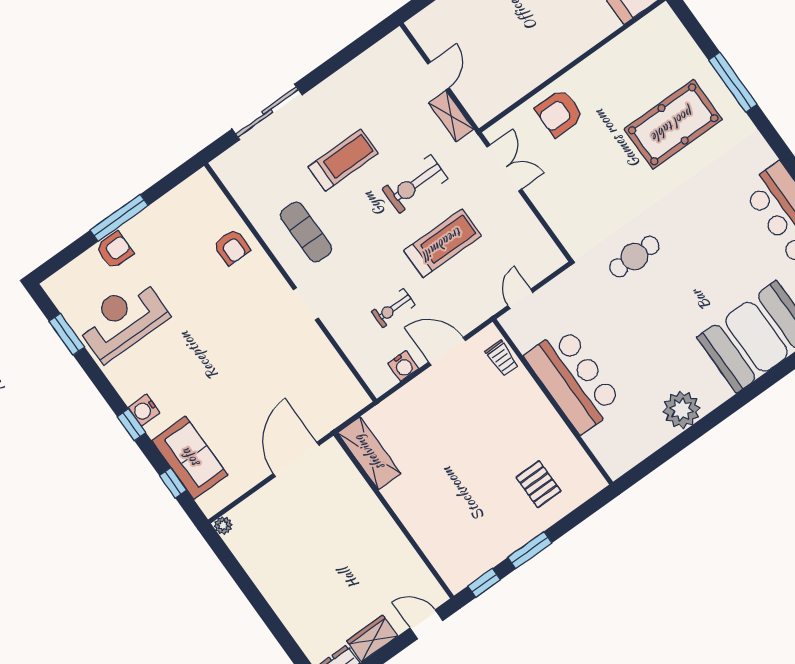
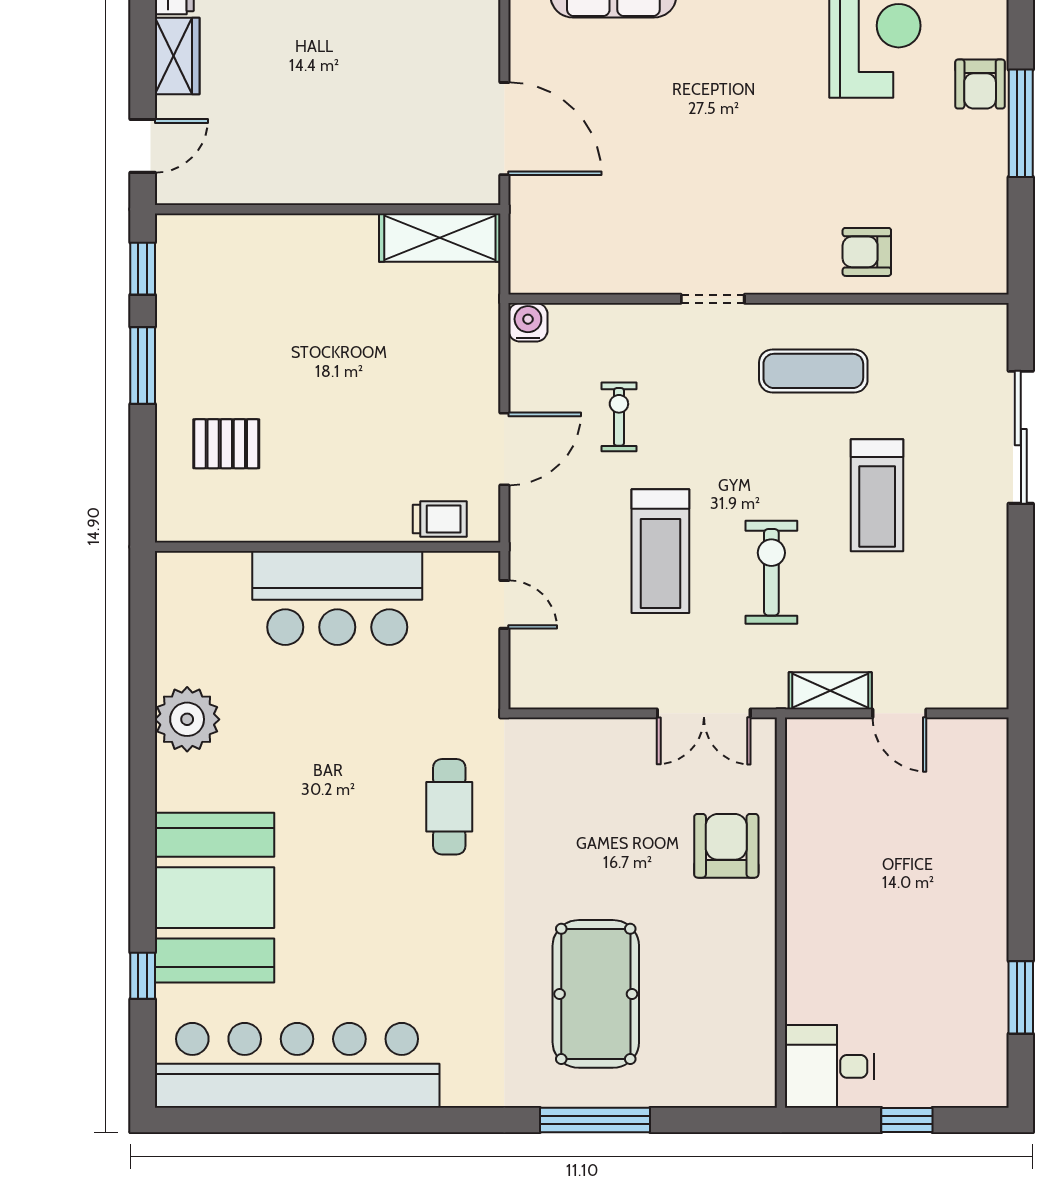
trolley: (502, 358) -> (440, 519), turned 180
water cooler: (403, 366) -> (528, 322), moved, turned 90

